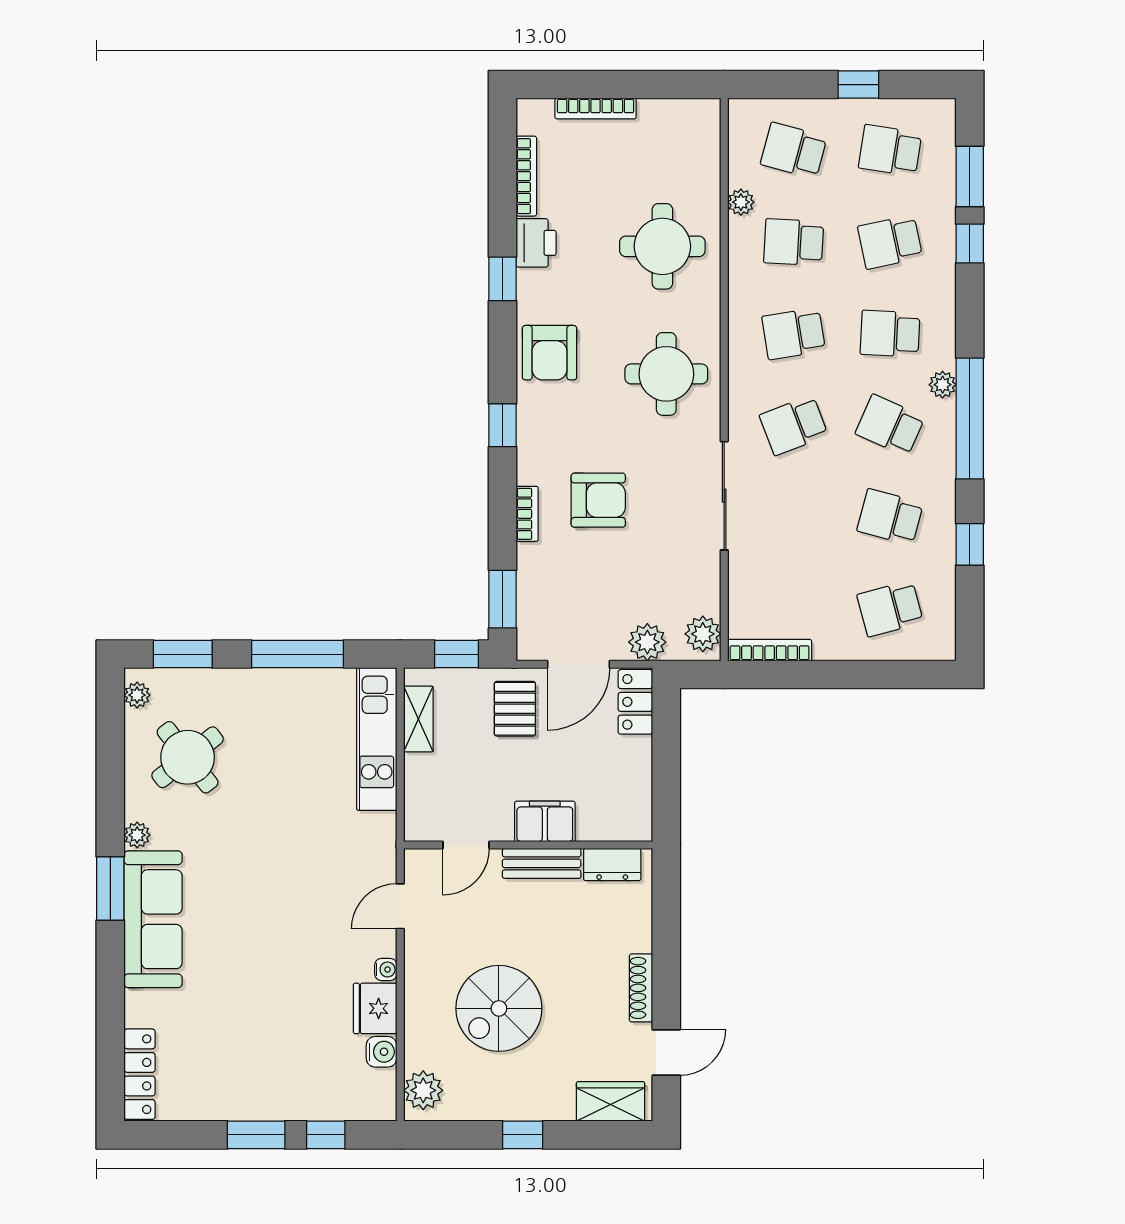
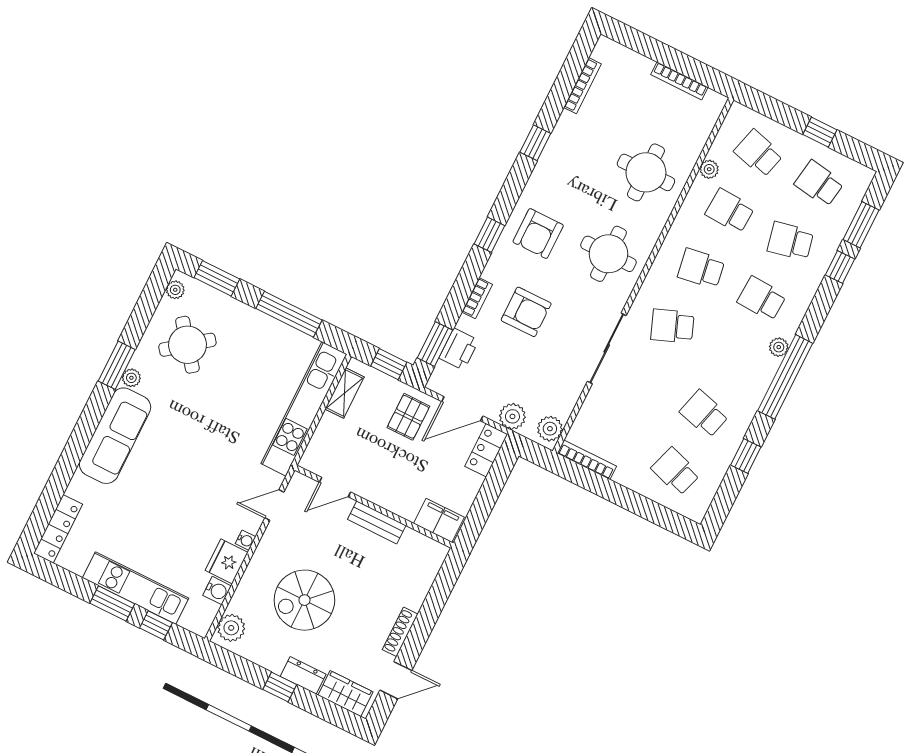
bookcase: (596, 109) -> (679, 81), moved
printer: (536, 243) -> (459, 349), moved
armchair: (550, 353) -> (538, 234), moved
school desk: (890, 425) -> (733, 356), removed
school desk: (890, 609) -> (676, 471), turned 33
kitchen unit: (377, 739) -> (304, 409), width x1.36
filing cabinet: (545, 821) -> (439, 520), moved
dresser: (612, 865) -> (303, 675), moved, turned 180
window: (110, 888) -> (117, 365), moved
kitchen unit: (276, 1100) -> (136, 588), added

